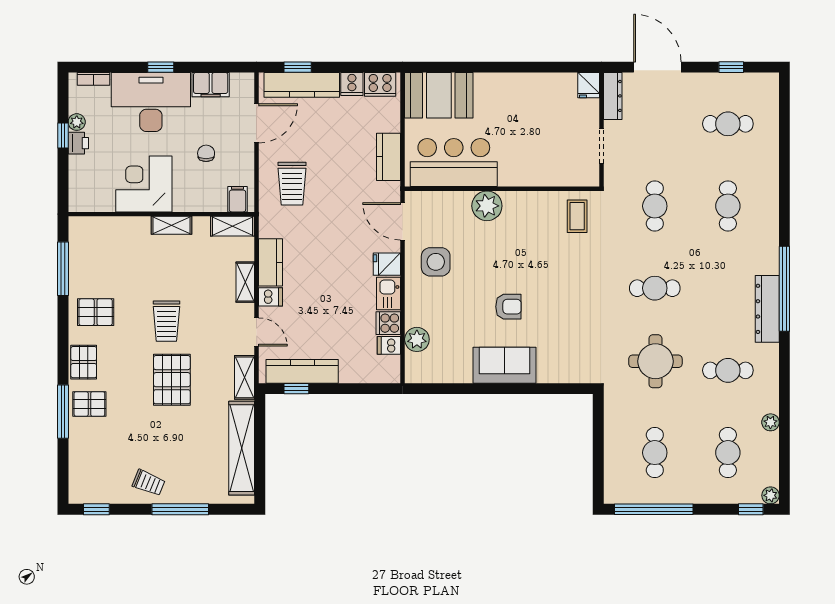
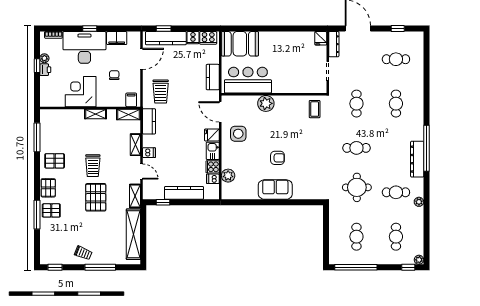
kitchen counter: (271, 262) -> (149, 121), moved
kitchen counter: (302, 371) -> (184, 193), moved
plant: (770, 422) -> (419, 202), moved

